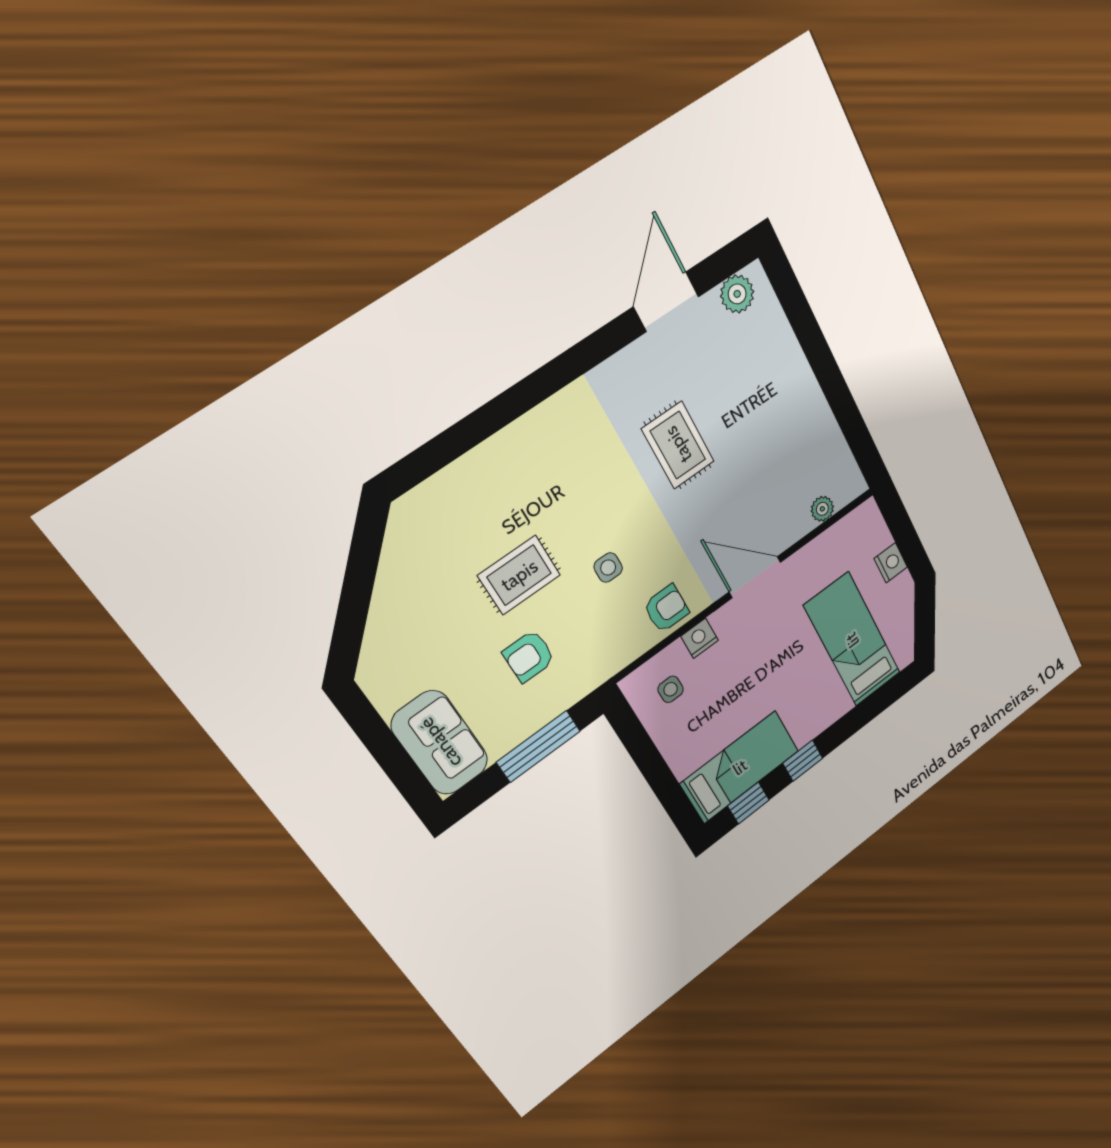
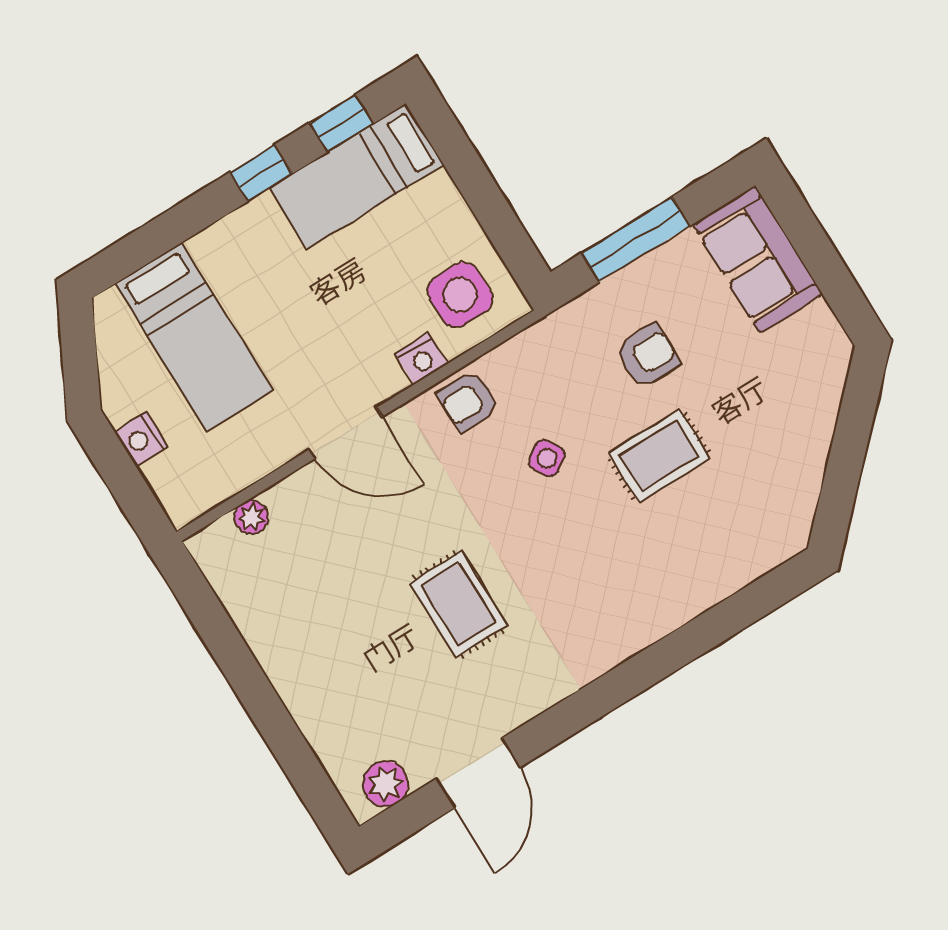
side table: (608, 567) -> (547, 458), turned -33
side table: (671, 689) -> (460, 295), width x1.87, depth x1.87

